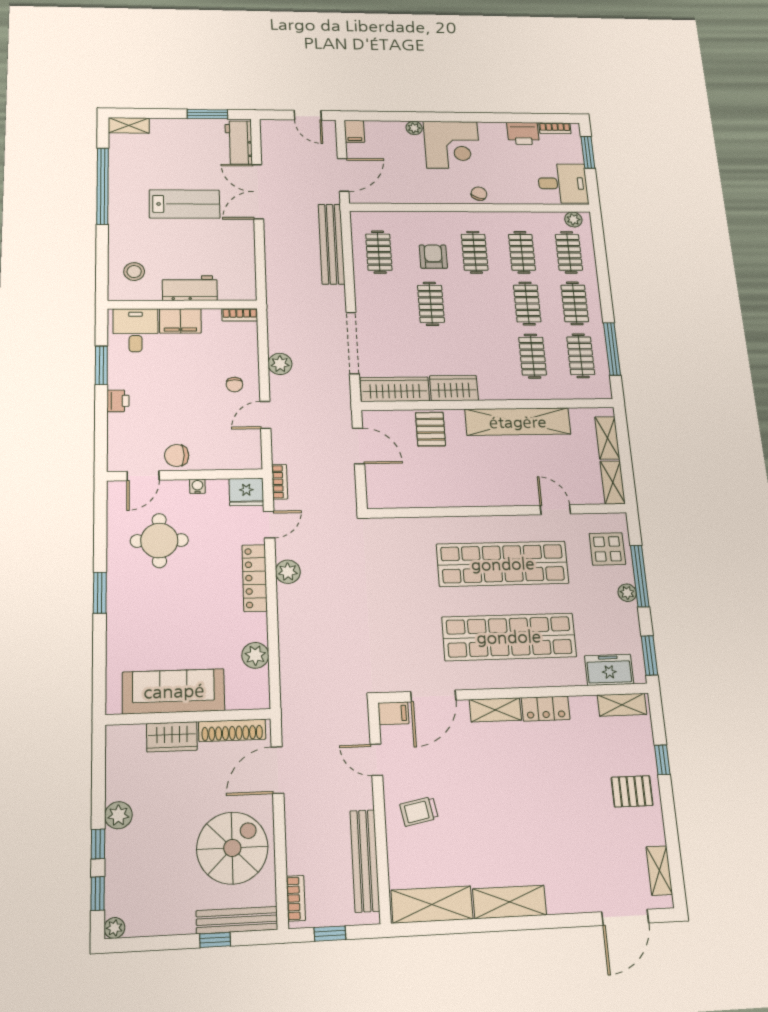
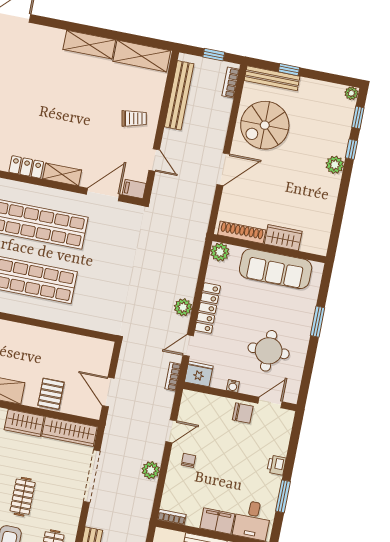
sofa: (174, 691) -> (276, 269), moved
wall: (188, 717) -> (269, 249), moved
shoe rack: (232, 730) -> (242, 232), moved
wardrobe: (172, 737) -> (283, 238), moved

